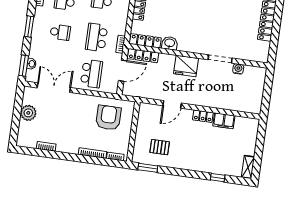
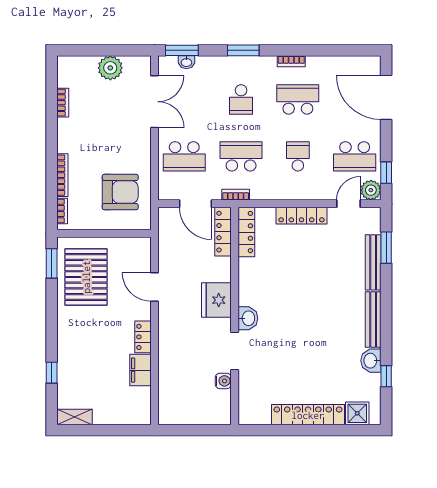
washbasin: (170, 43) -> (248, 318), moved
pallet: (160, 147) -> (86, 277), width x2.05, depth x2.00

